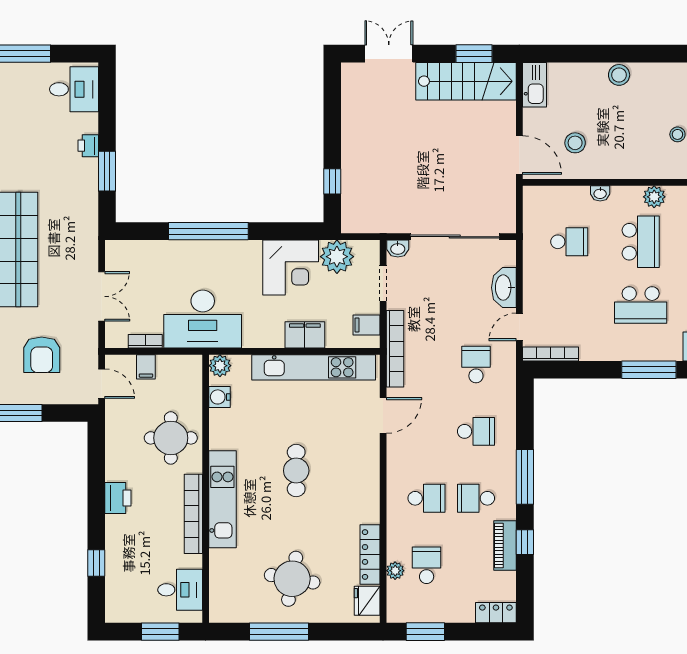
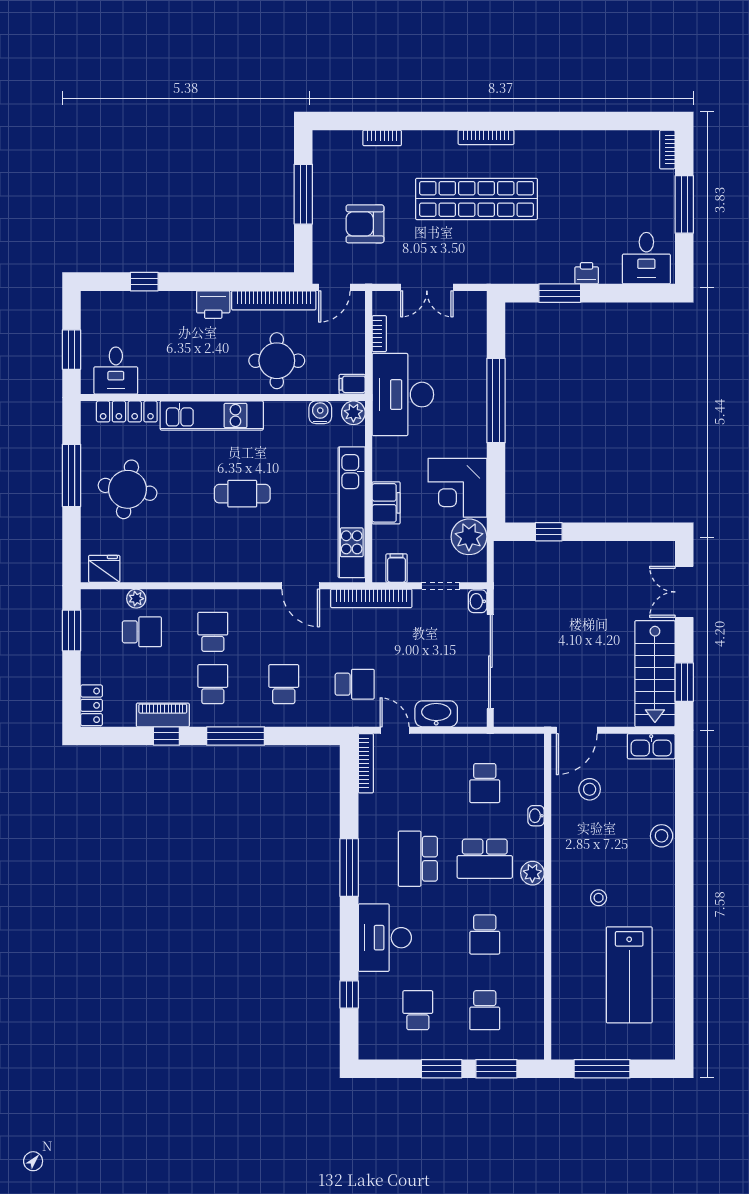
double door: (389, 54) -> (684, 592), swing flipped
filing cabinet: (146, 367) -> (352, 384), moved
school desk: (476, 431) -> (284, 684), turned 180
school desk: (427, 498) -> (213, 632), turned 180
bookcase: (193, 514) -> (274, 300), moved, turned 180
locker: (370, 554) -> (127, 411), moved, turned 180

